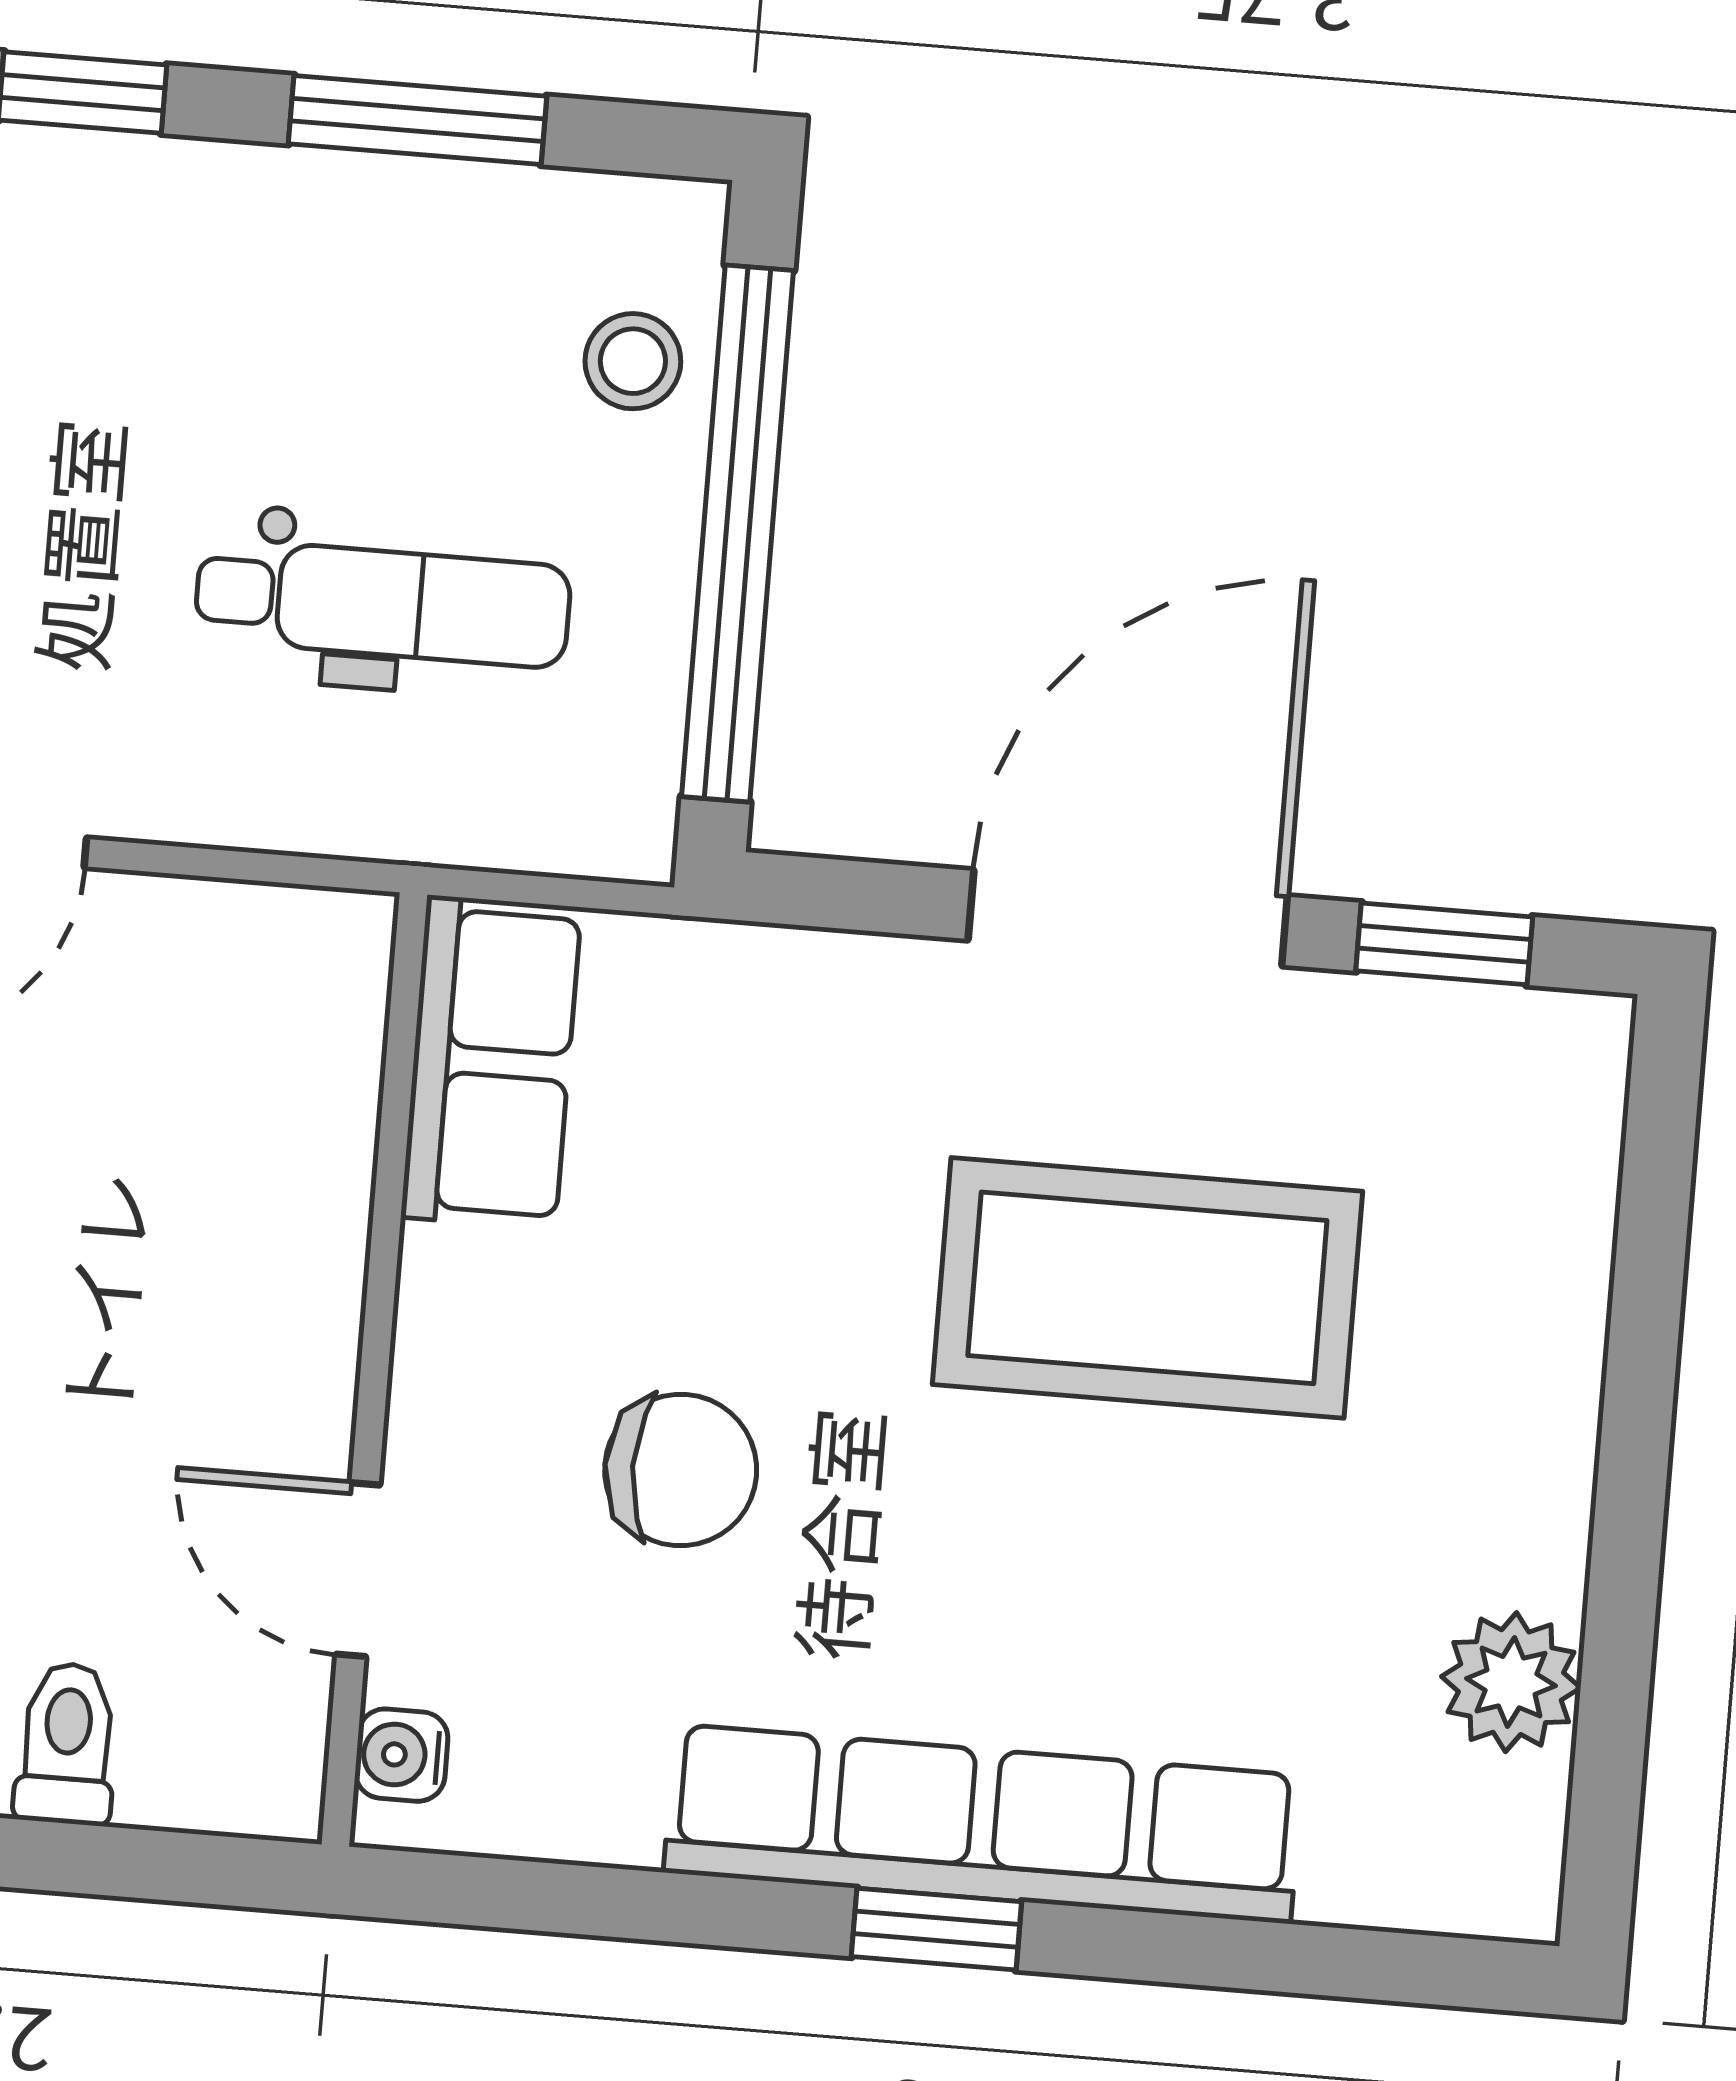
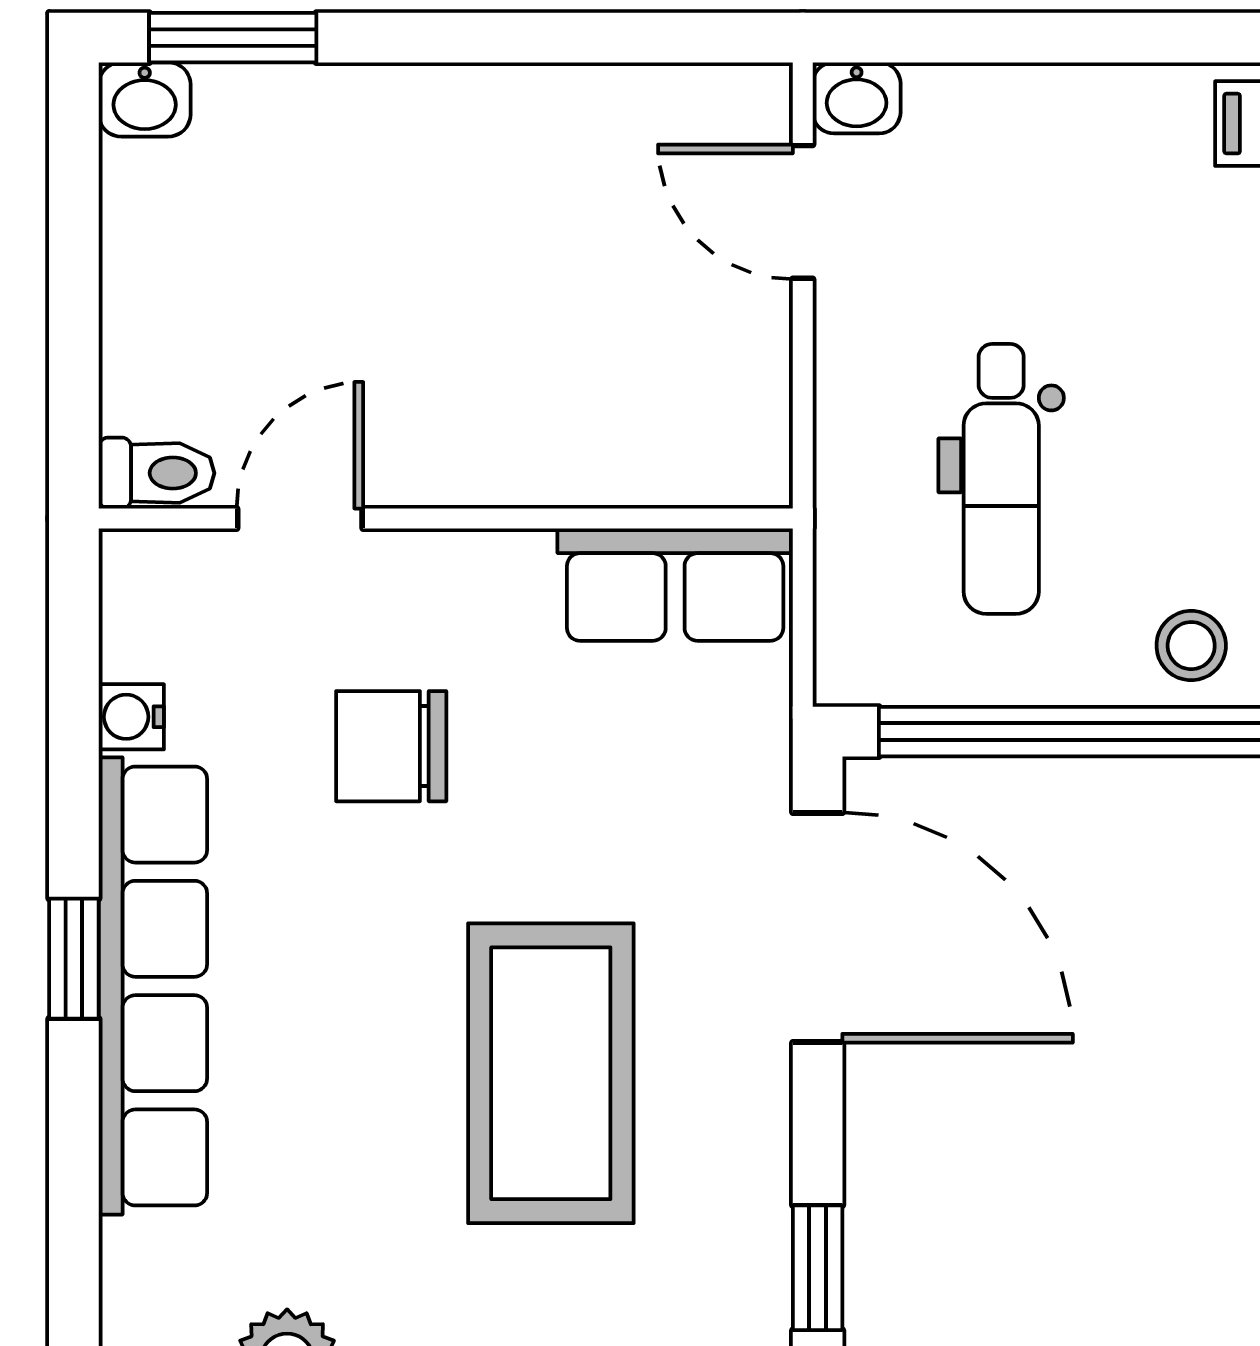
door: (1128, 918) -> (818, 928), moved
chair: (681, 1470) -> (391, 746), turned 90
toilet: (67, 1744) -> (157, 473), moved
water cooler: (401, 1755) -> (131, 717), moved, turned -90

